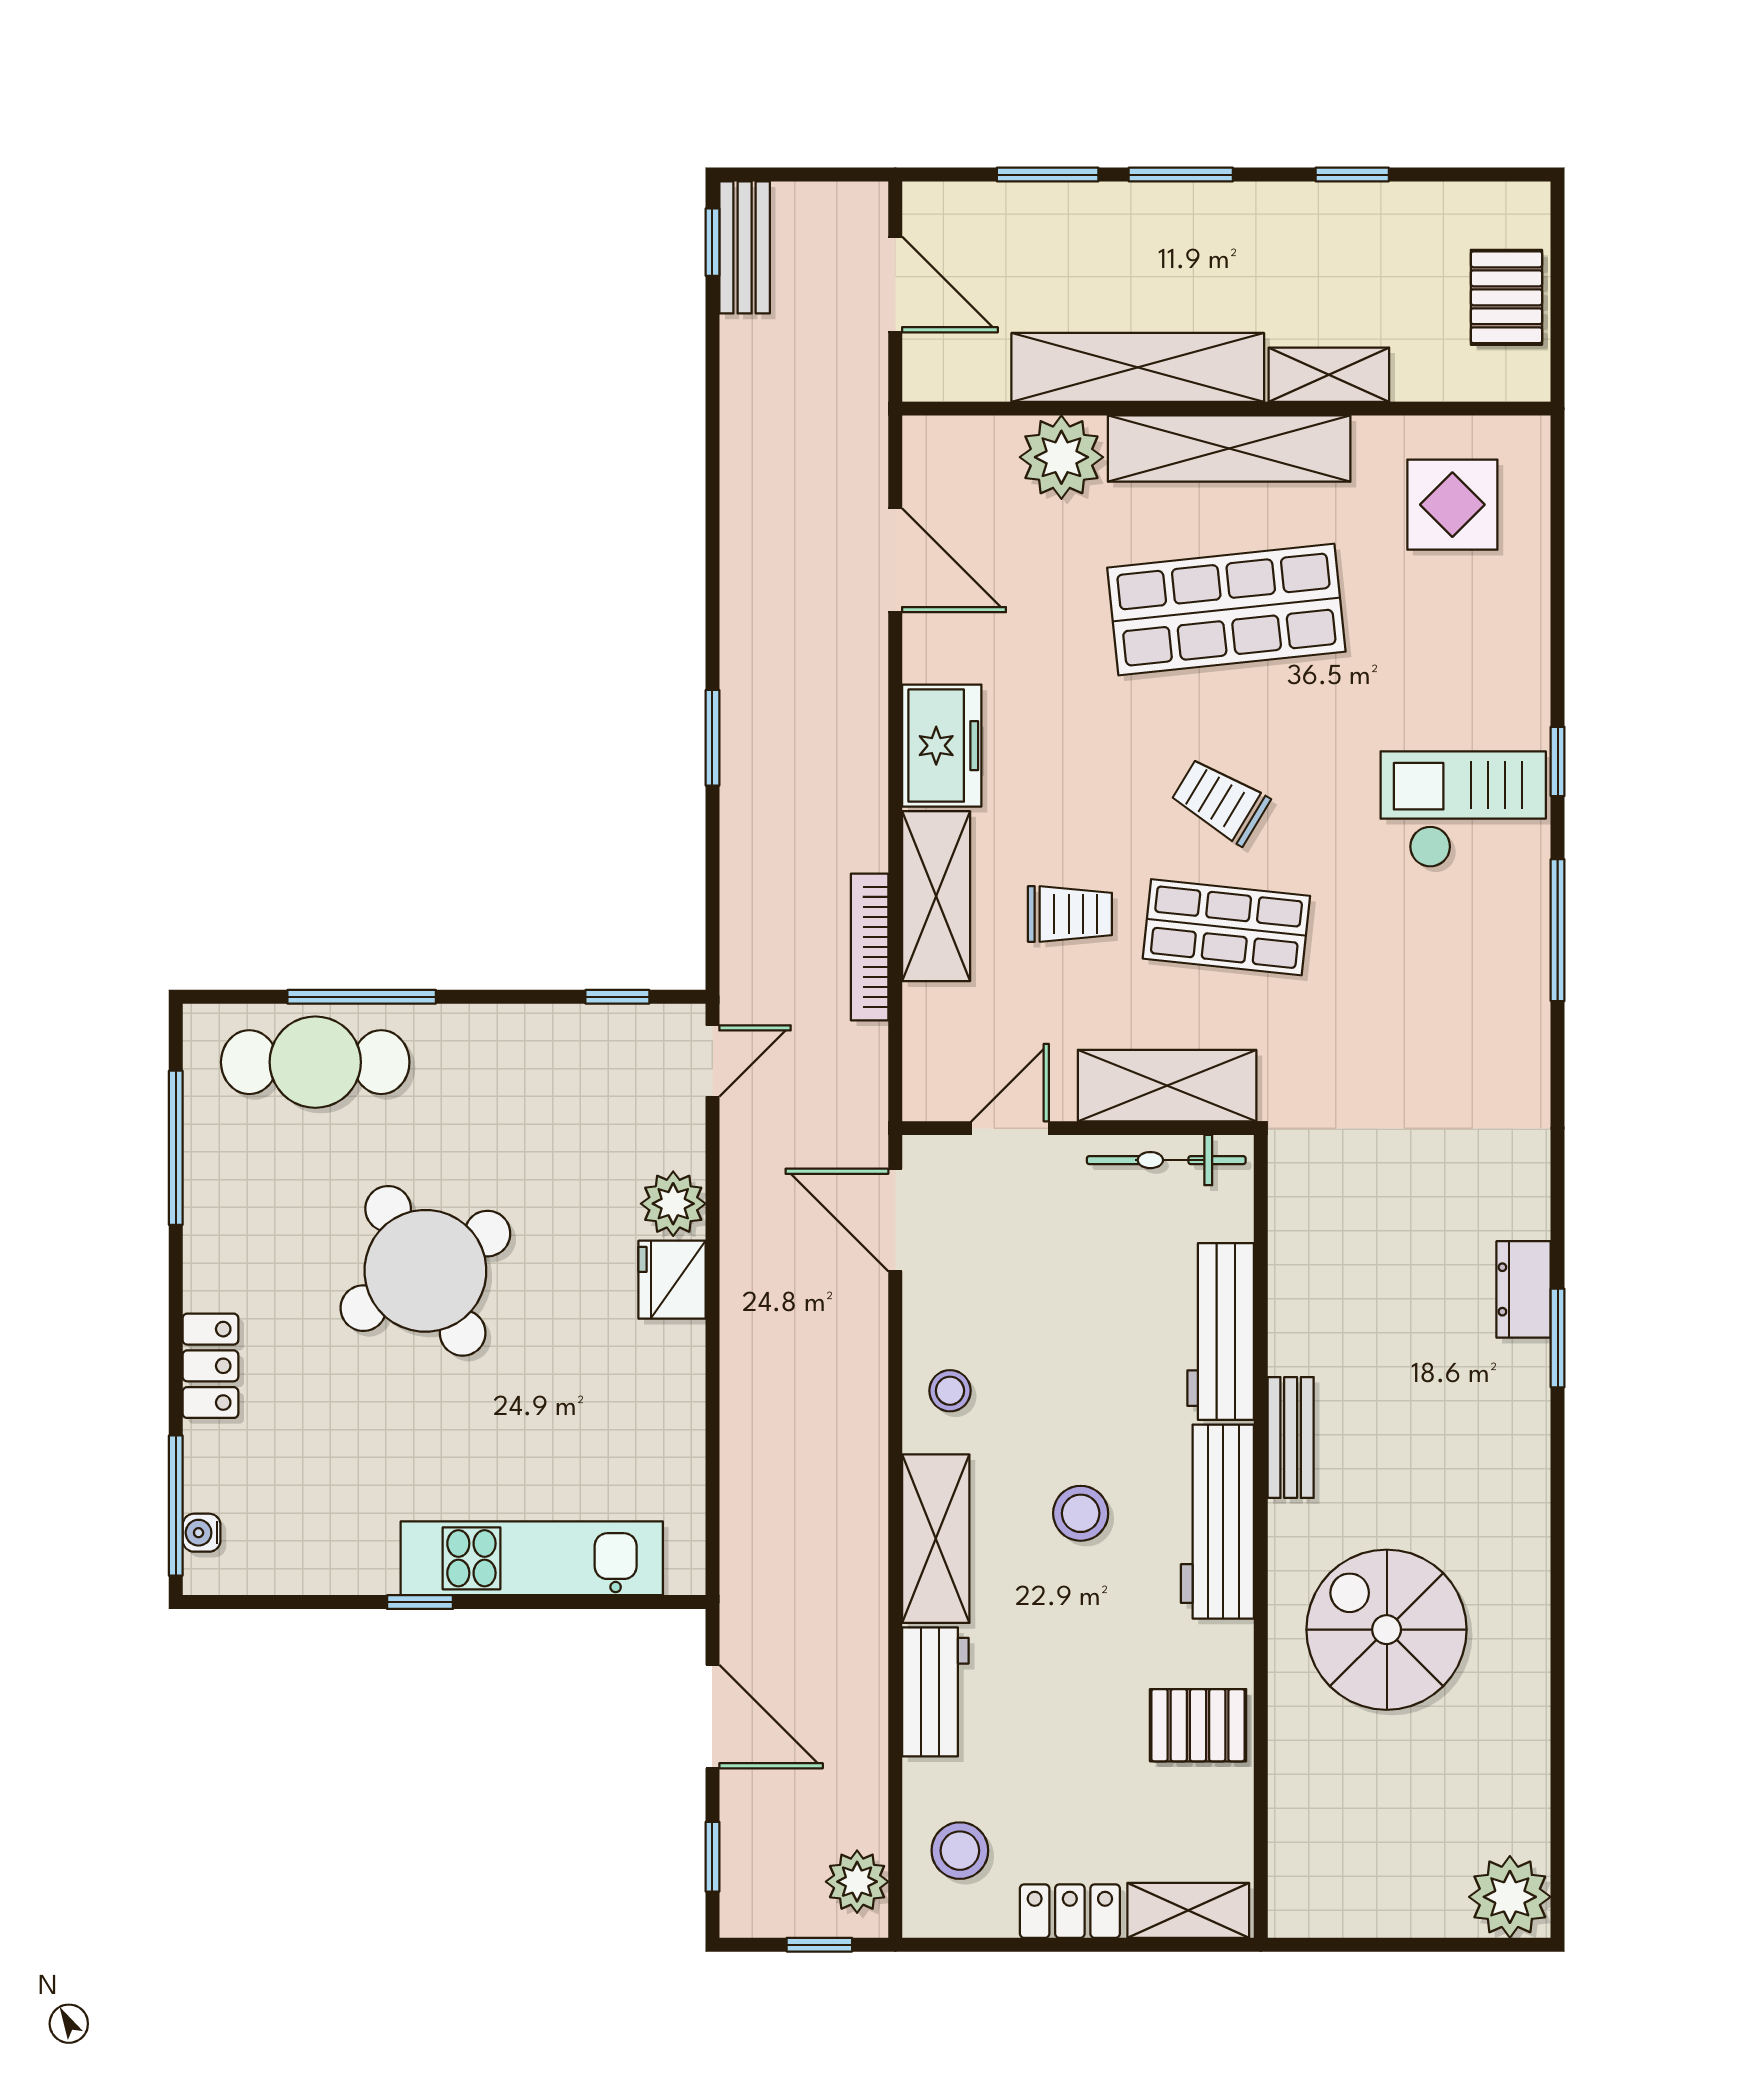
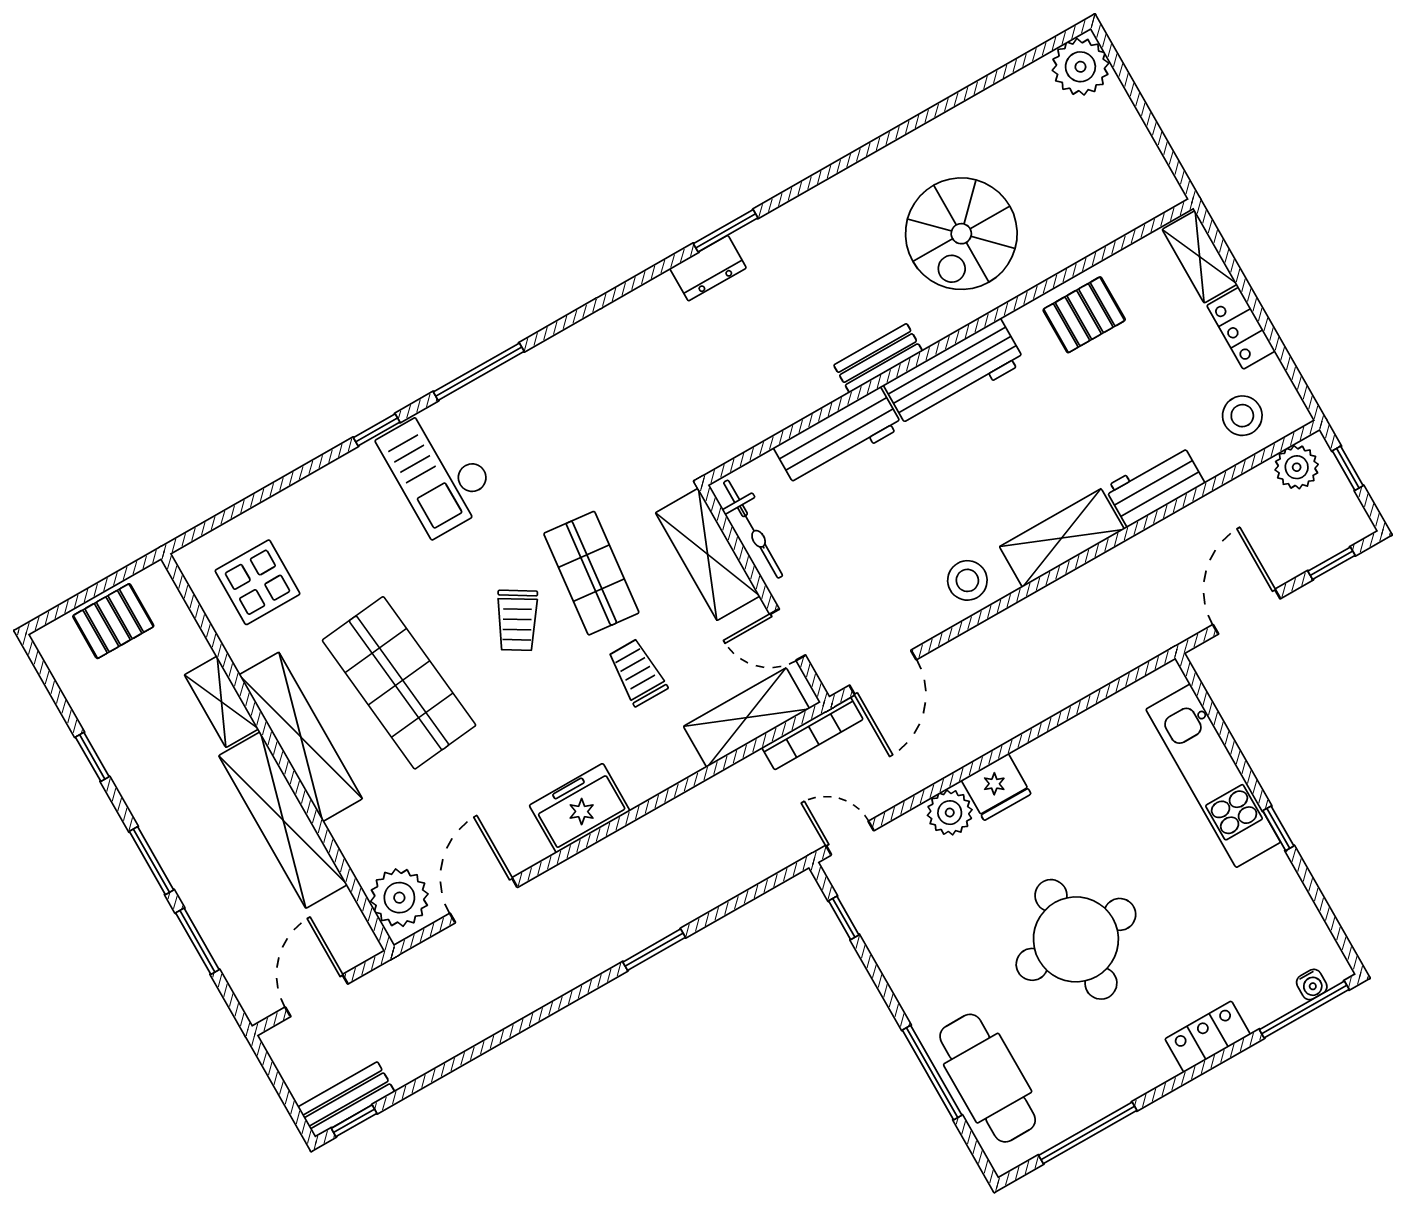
plant: (1061, 457) -> (399, 898), moved
shelving: (936, 896) -> (746, 718), moved
bookcase: (870, 947) -> (812, 733), moved
round table: (425, 1271) -> (1076, 939), turned 31
stool: (950, 1391) -> (967, 580), width x1.37, depth x1.37
stool: (1081, 1513) -> (996, 459), removed
pallet: (1198, 1725) -> (1084, 315), turned 90

